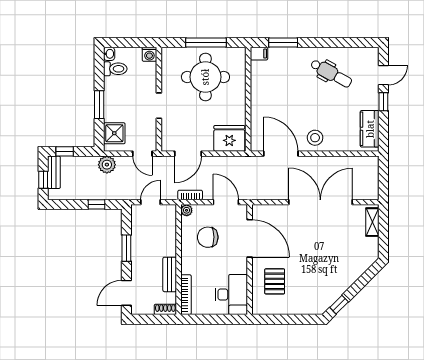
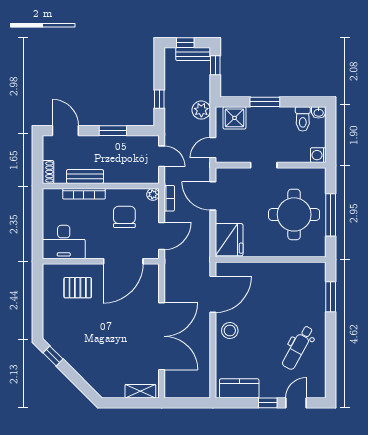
filing cabinet: (259, 54) -> (319, 271), removed
door: (383, 75) -> (296, 403), swing flipped
bookcase: (186, 295) -> (84, 194), moved

